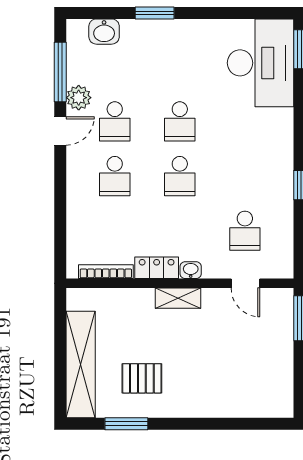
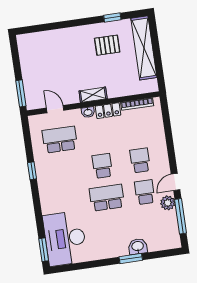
washbasin: (104, 32) -> (138, 246), moved
school desk: (180, 121) -> (107, 198), width x1.85
school desk: (245, 231) -> (60, 140), width x1.85
window: (126, 424) -> (112, 17), width x0.67

